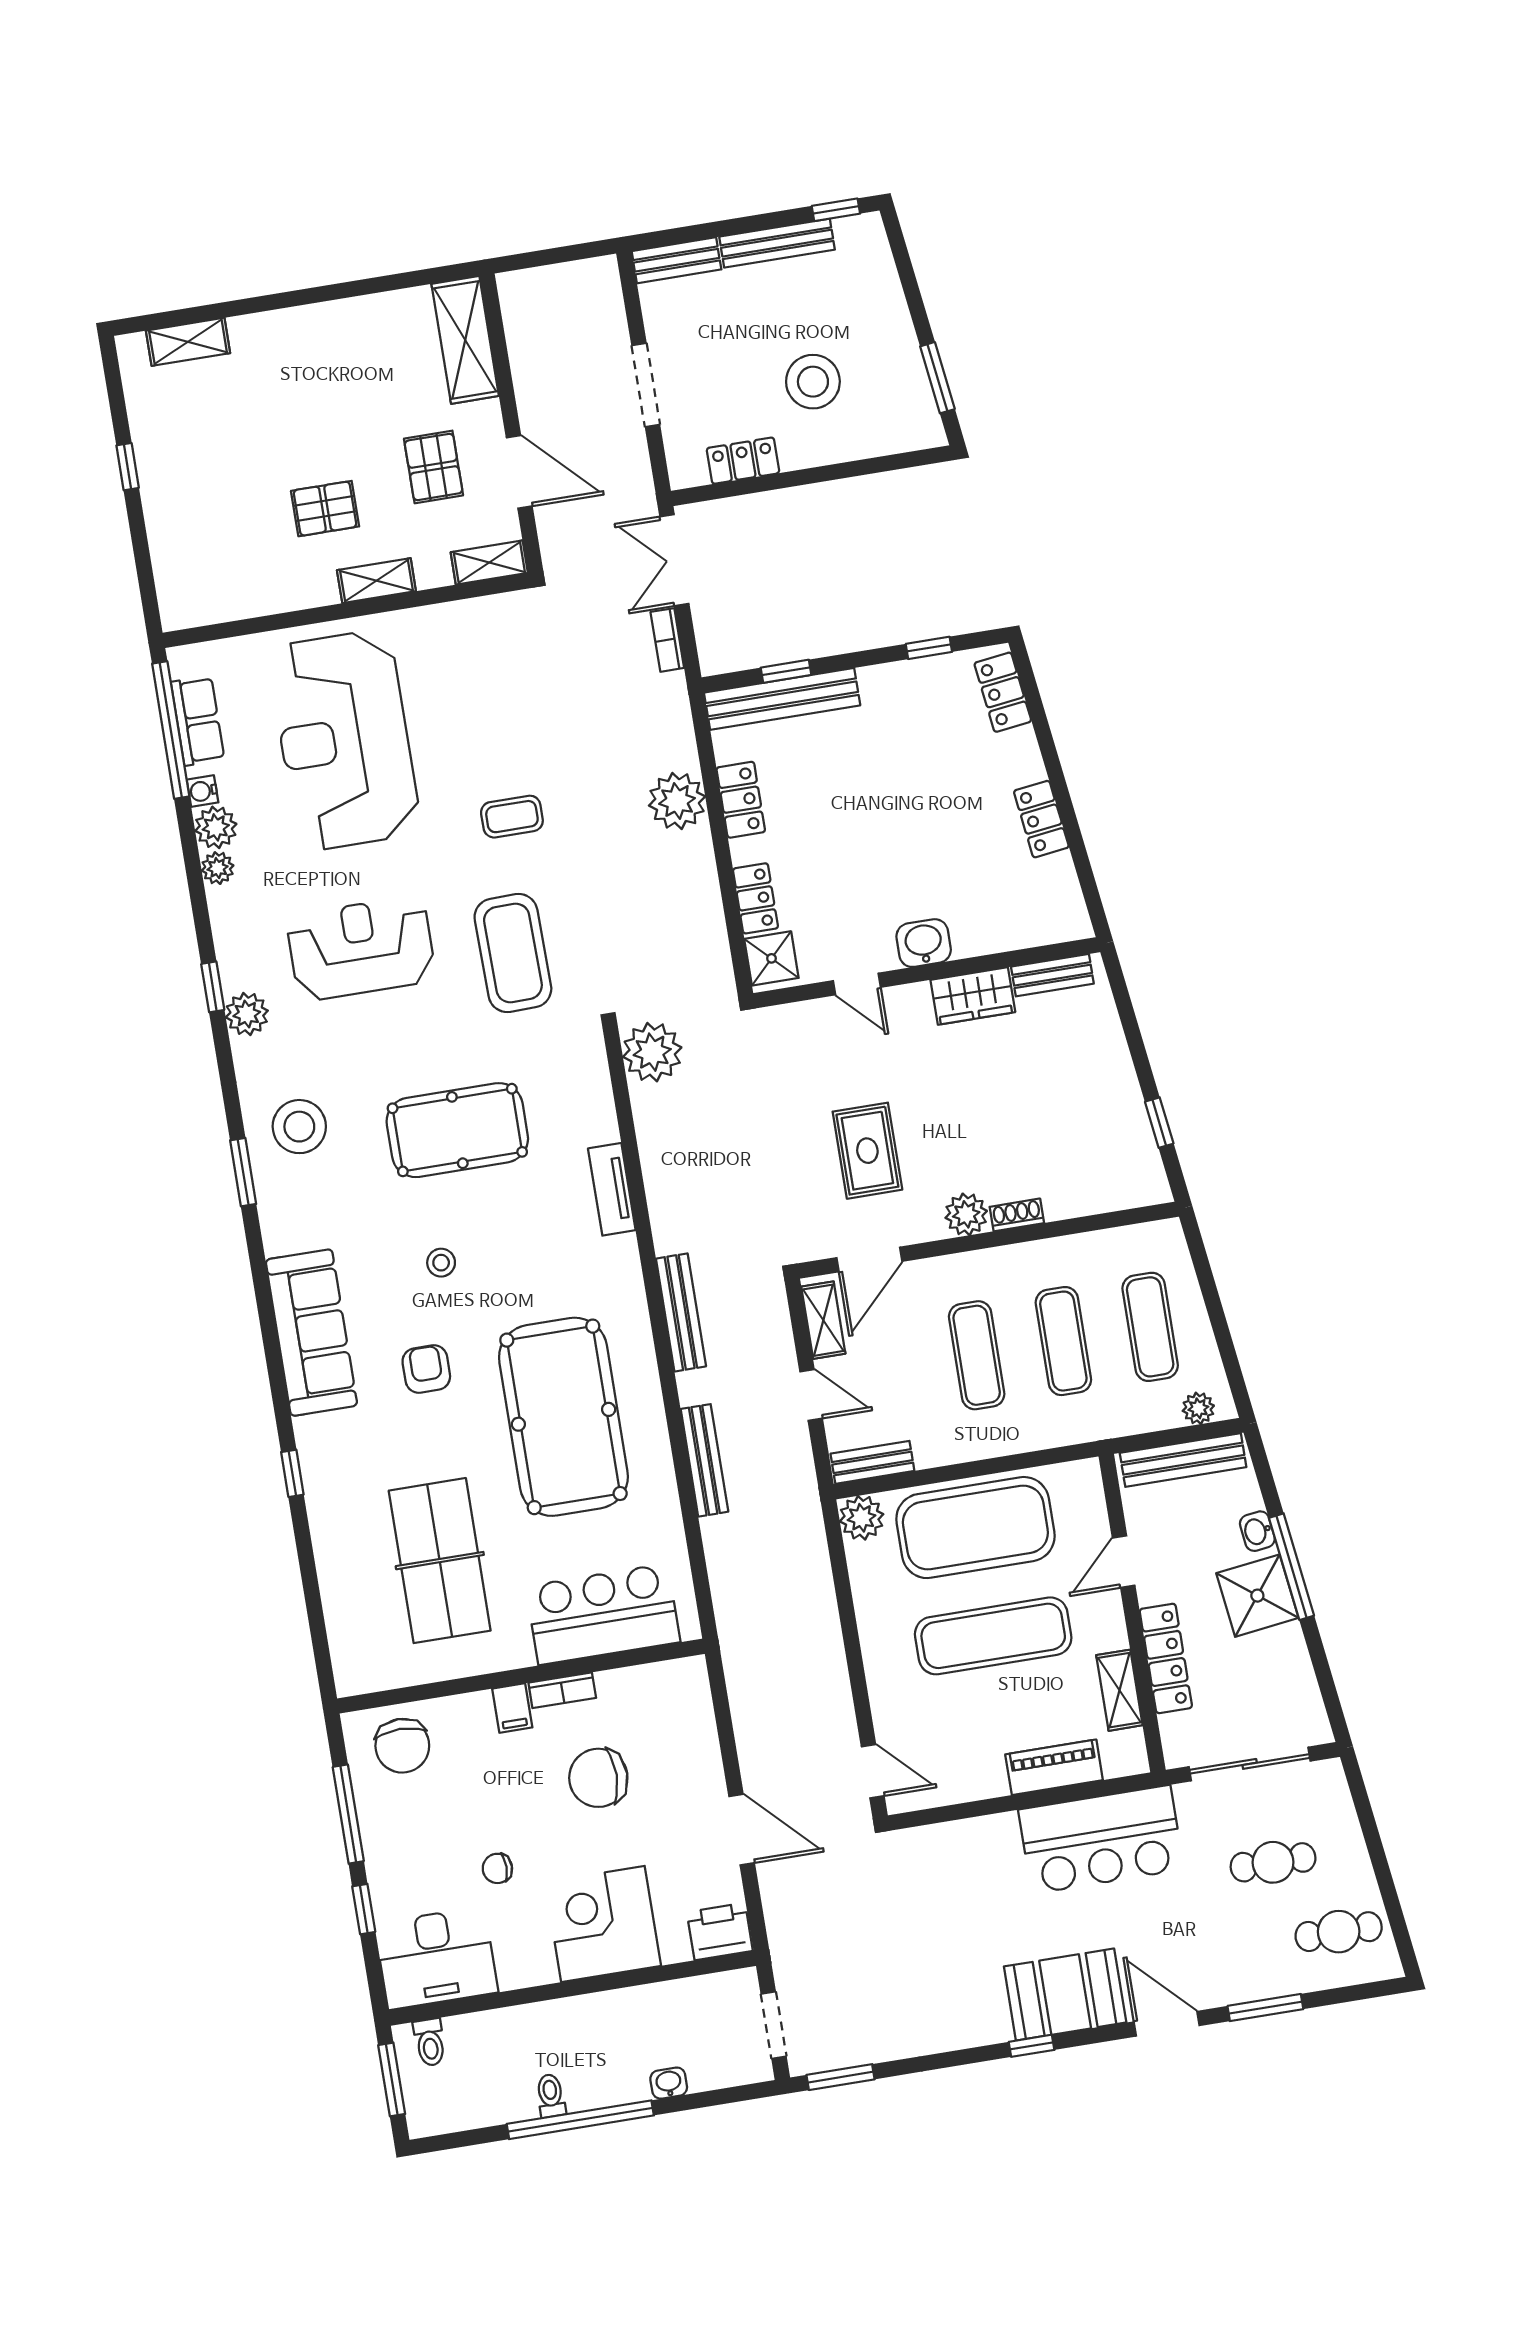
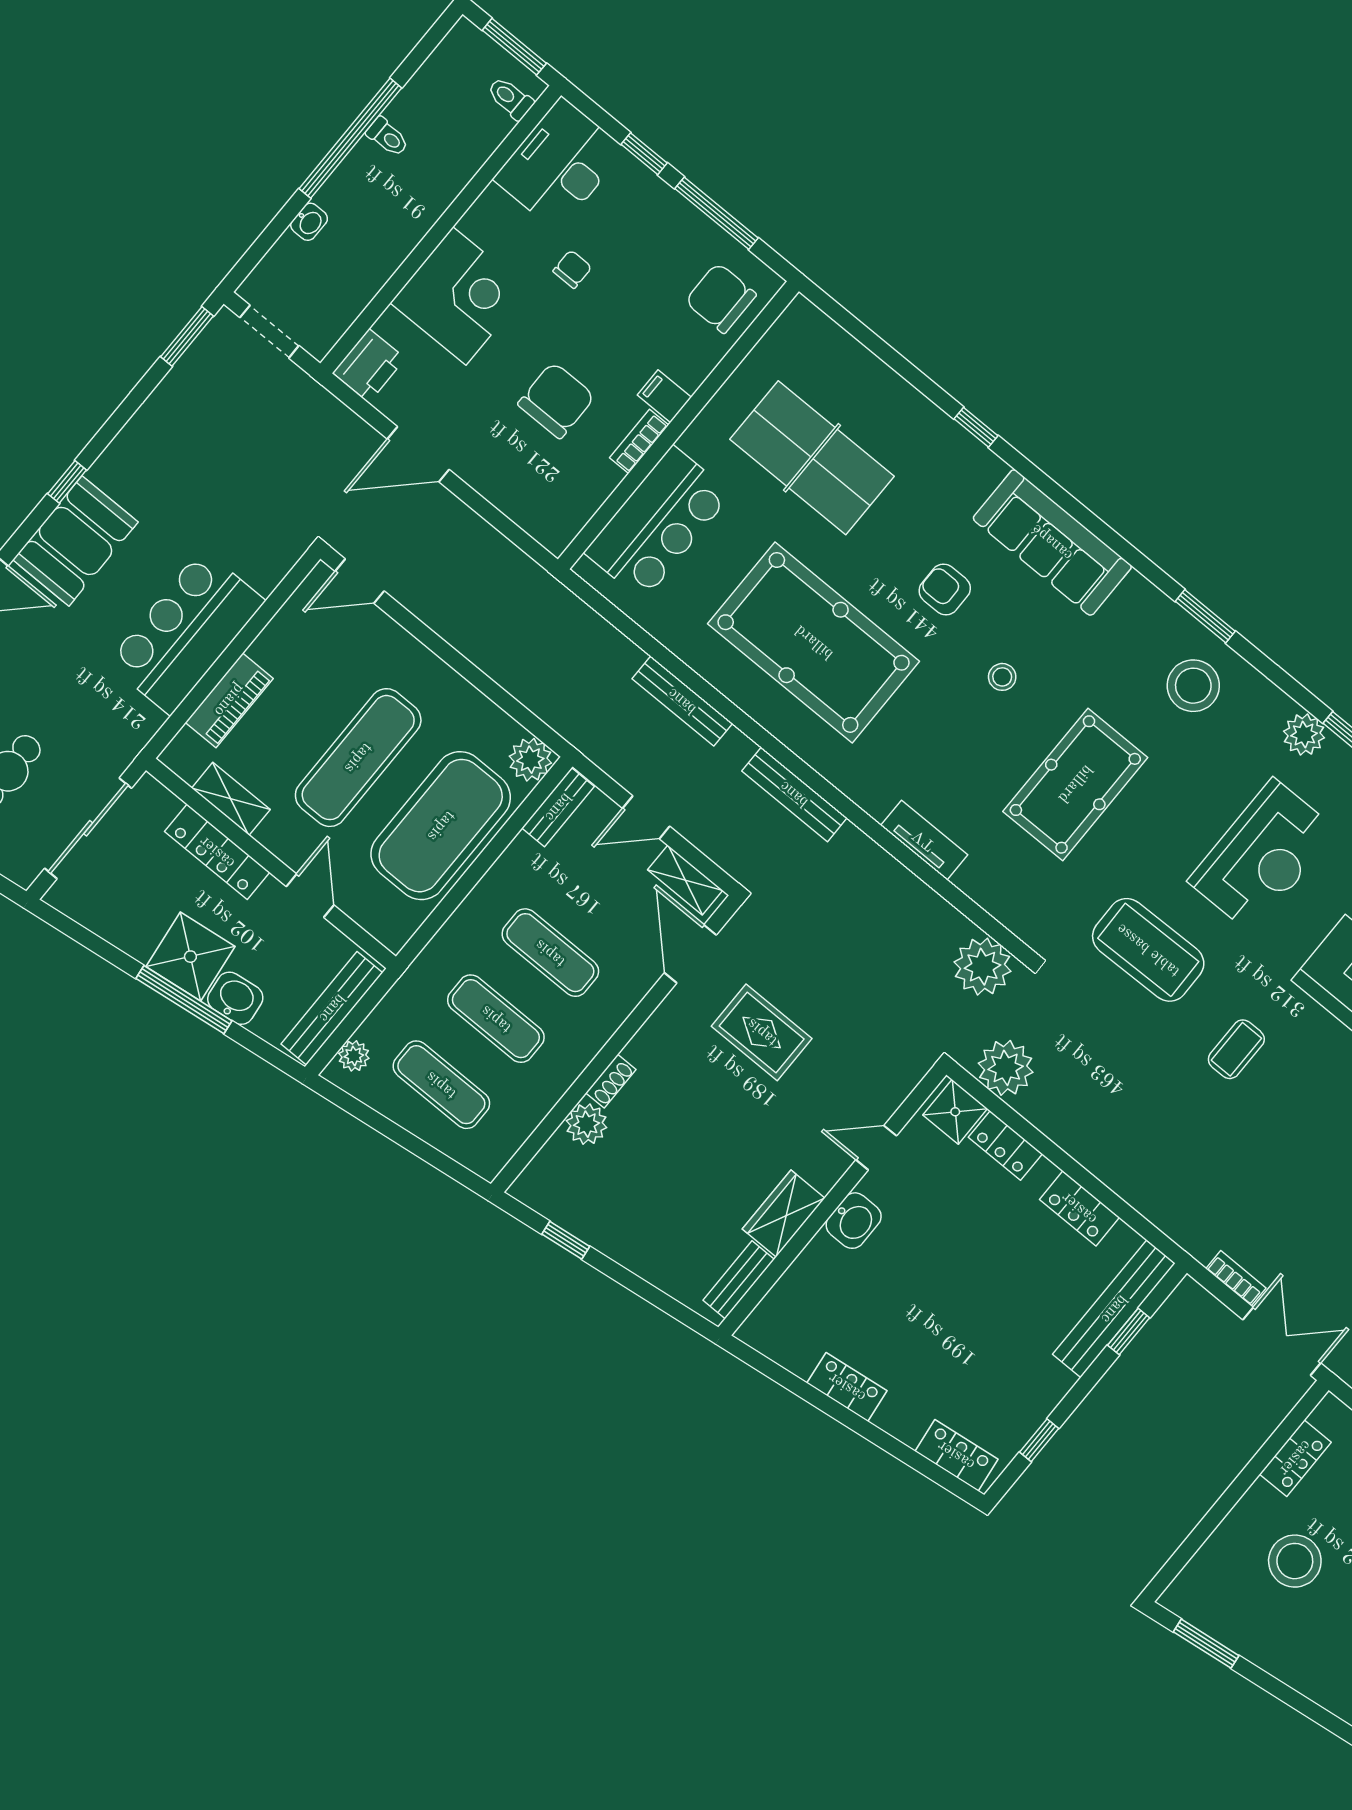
plant: (677, 801) -> (1006, 1068), moved
plant: (966, 1214) -> (587, 1124), moved
armchair: (426, 1369) -> (945, 590), turned 180
washbasin: (1257, 1531) -> (235, 998), width x1.38, depth x1.45
bar counter: (1101, 1840) -> (186, 632), moved

